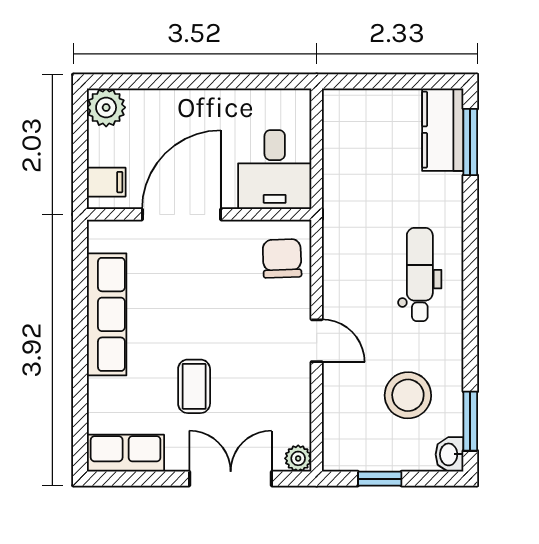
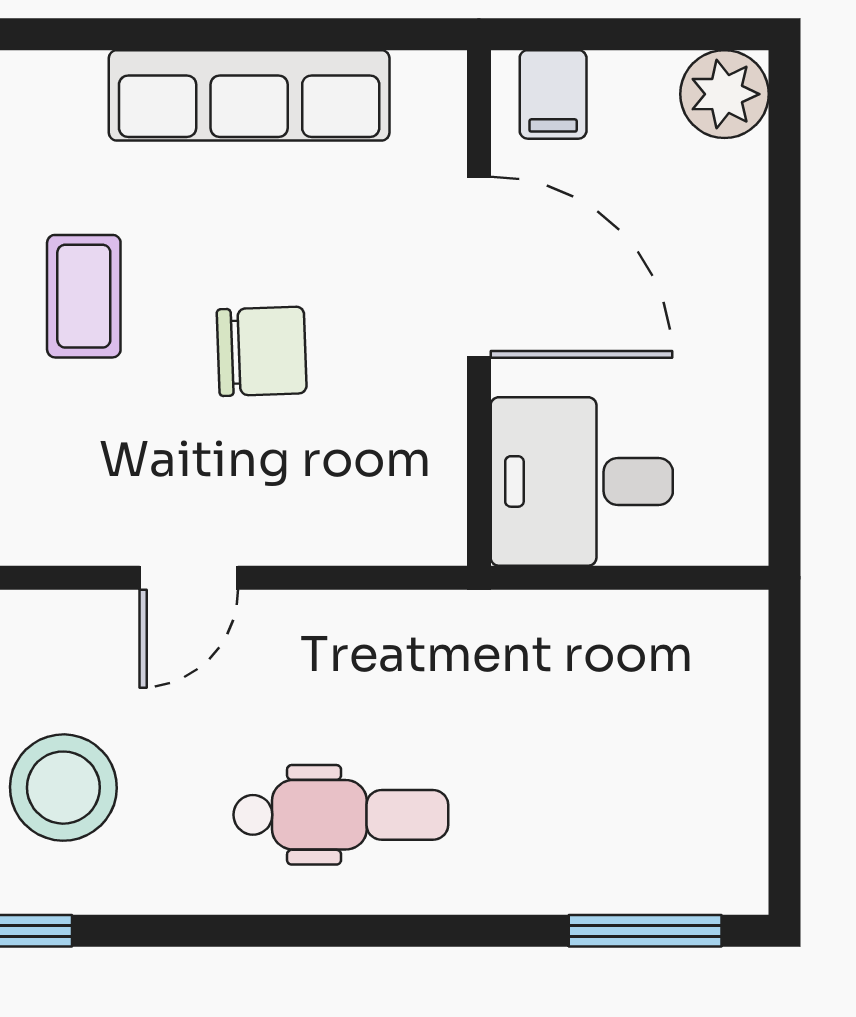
kitchen counter: (443, 130) -> (674, 868), removed
chair: (282, 258) -> (262, 351), moved
coffee table: (194, 386) -> (84, 296), turned 90

